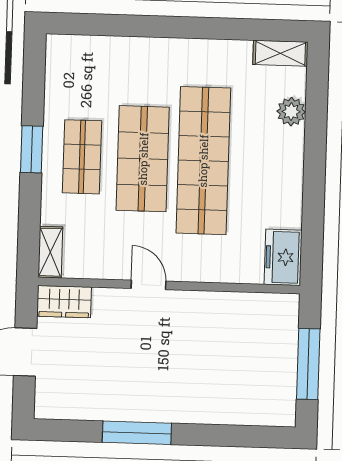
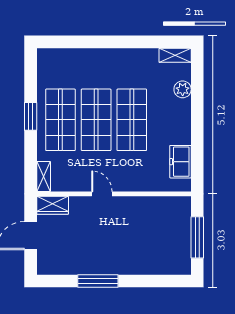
shop shelf: (82, 157) -> (60, 120), width x1.43, depth x1.36
shop shelf: (203, 161) -> (132, 120), width x0.71
freezer: (283, 257) -> (180, 162), moved

